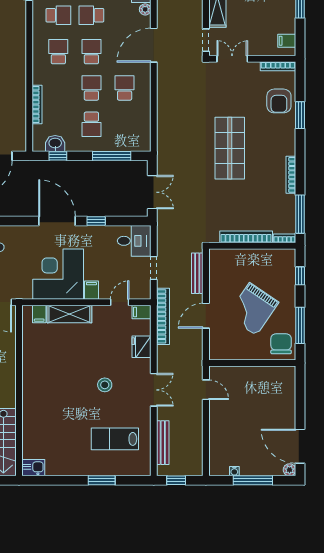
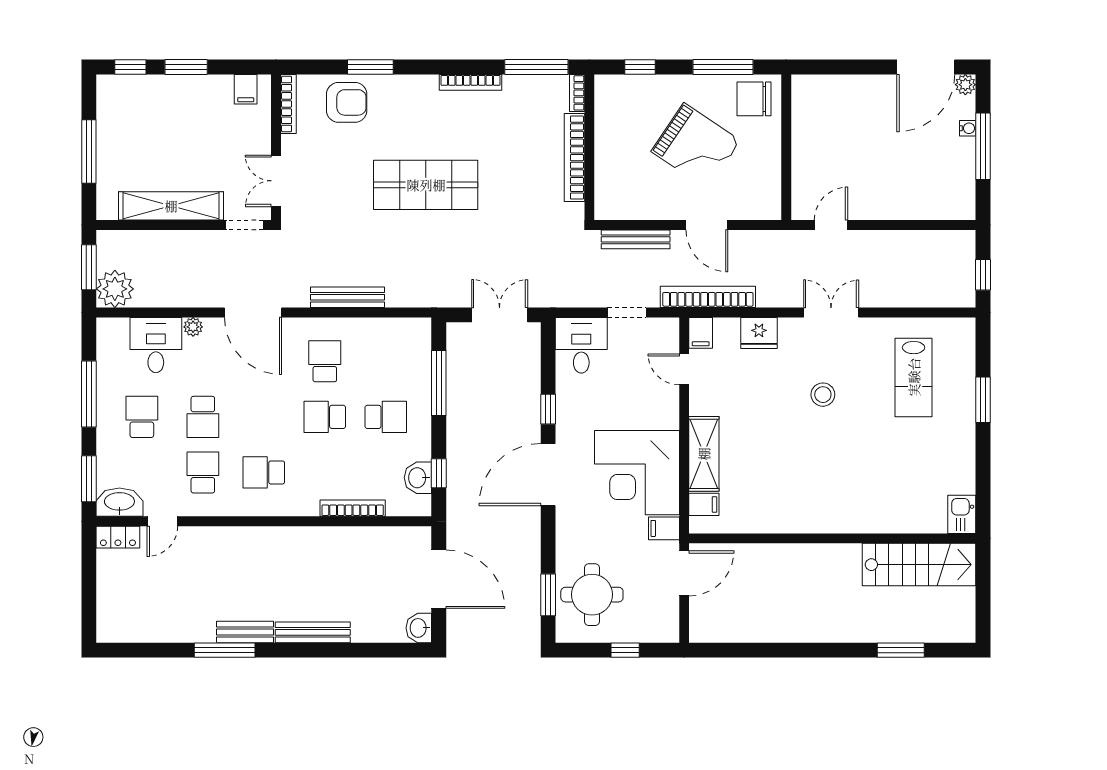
school desk: (91, 52) -> (264, 417), removed
school desk: (125, 88) -> (325, 361), turned 90
filing cabinet: (91, 290) -> (664, 528), moved
bench: (163, 443) -> (348, 297), moved
water cooler: (234, 471) -> (968, 128), moved

